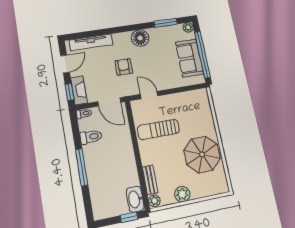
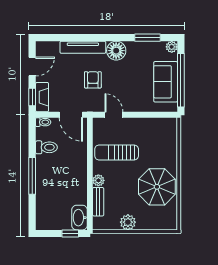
tv unit: (91, 42) -> (83, 47), moved
plant: (154, 201) -> (98, 180), moved

